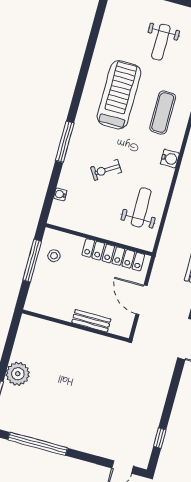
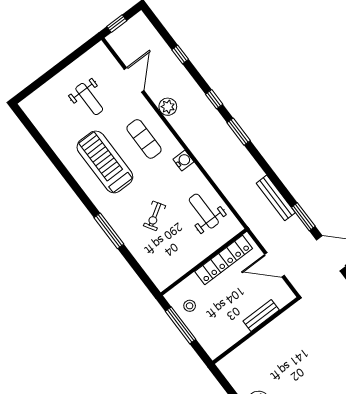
water cooler: (60, 194) -> (146, 265), removed

